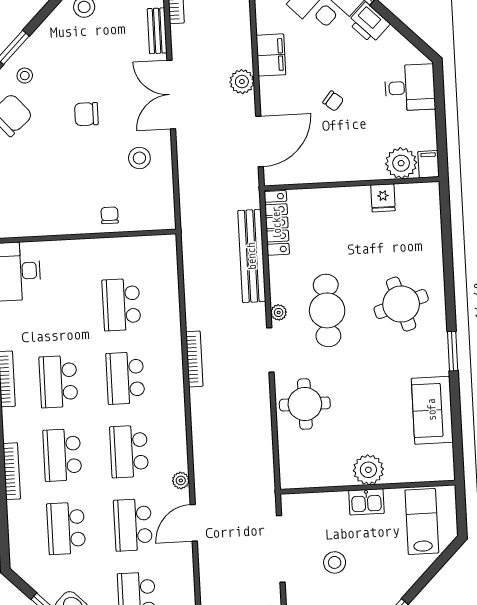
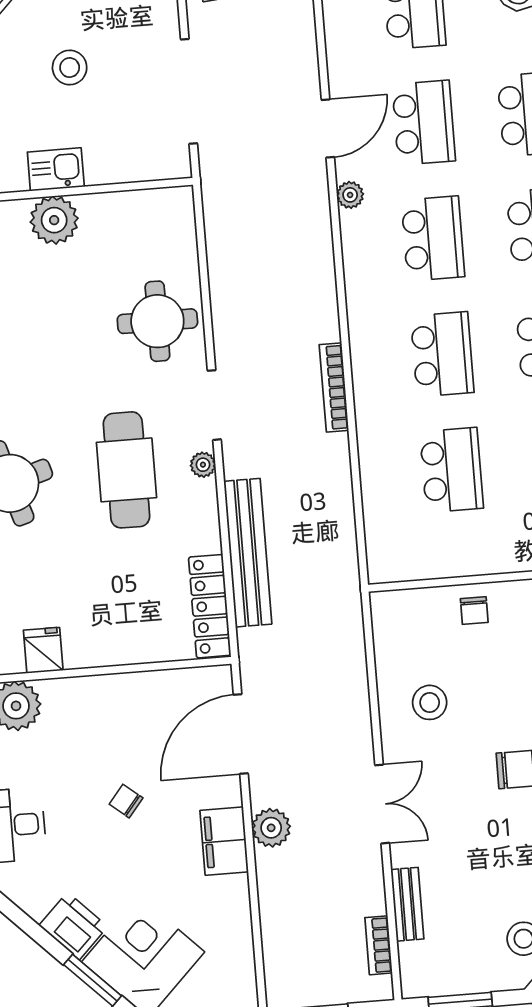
filing cabinet: (271, 55) -> (224, 841), moved
double door: (171, 95) -> (382, 804), width x0.73
stool: (335, 562) -> (70, 68), moved

